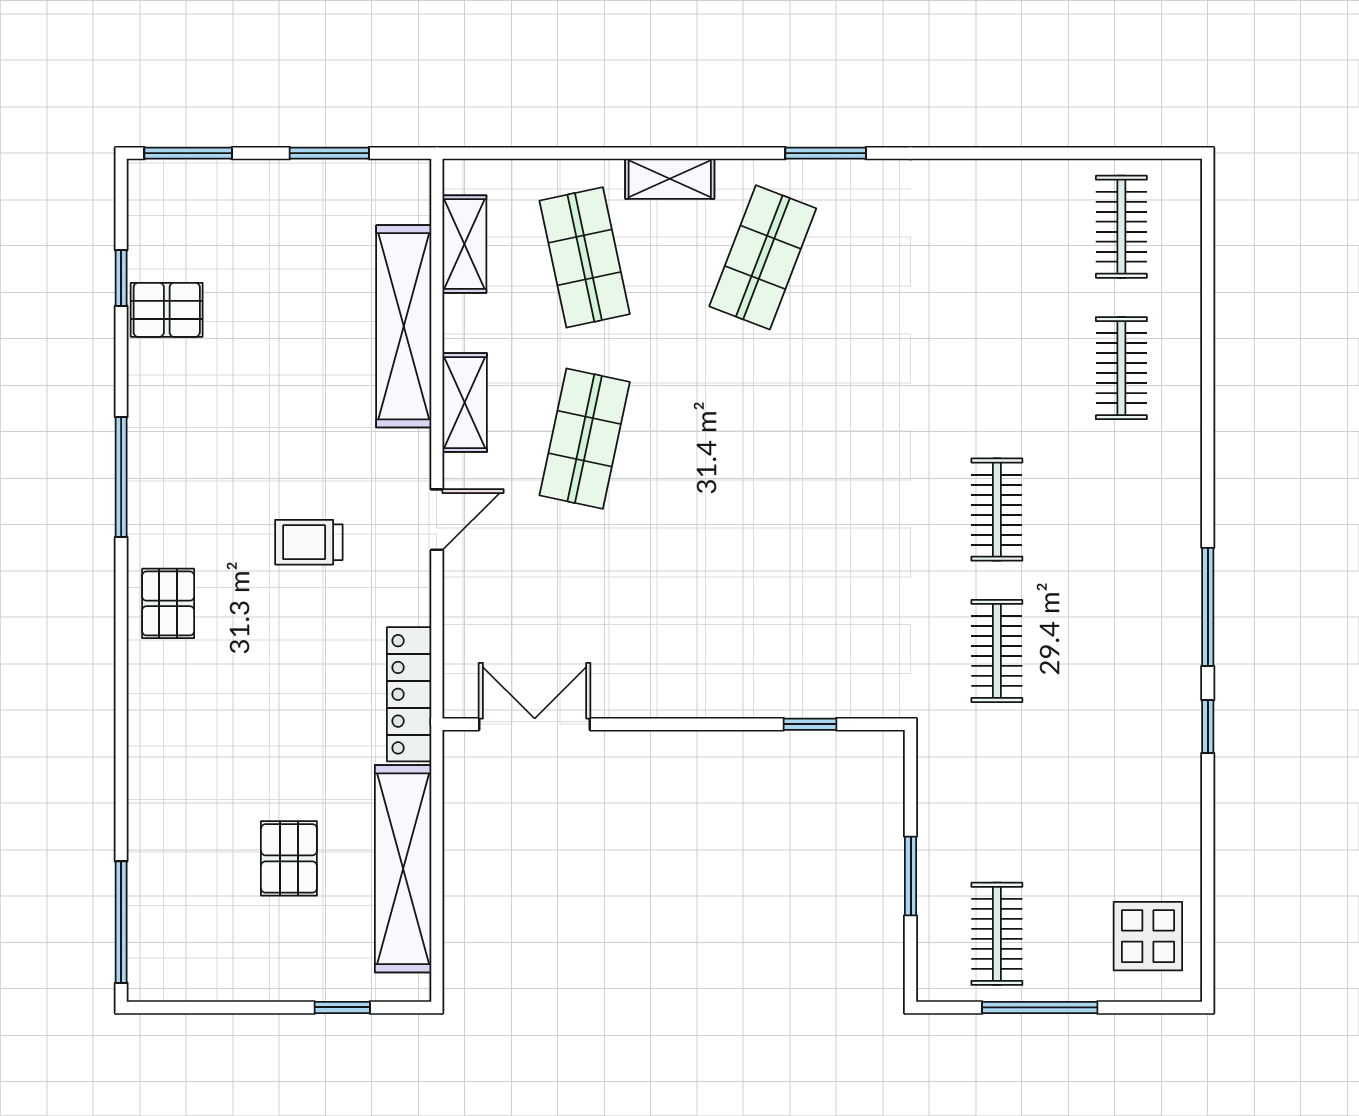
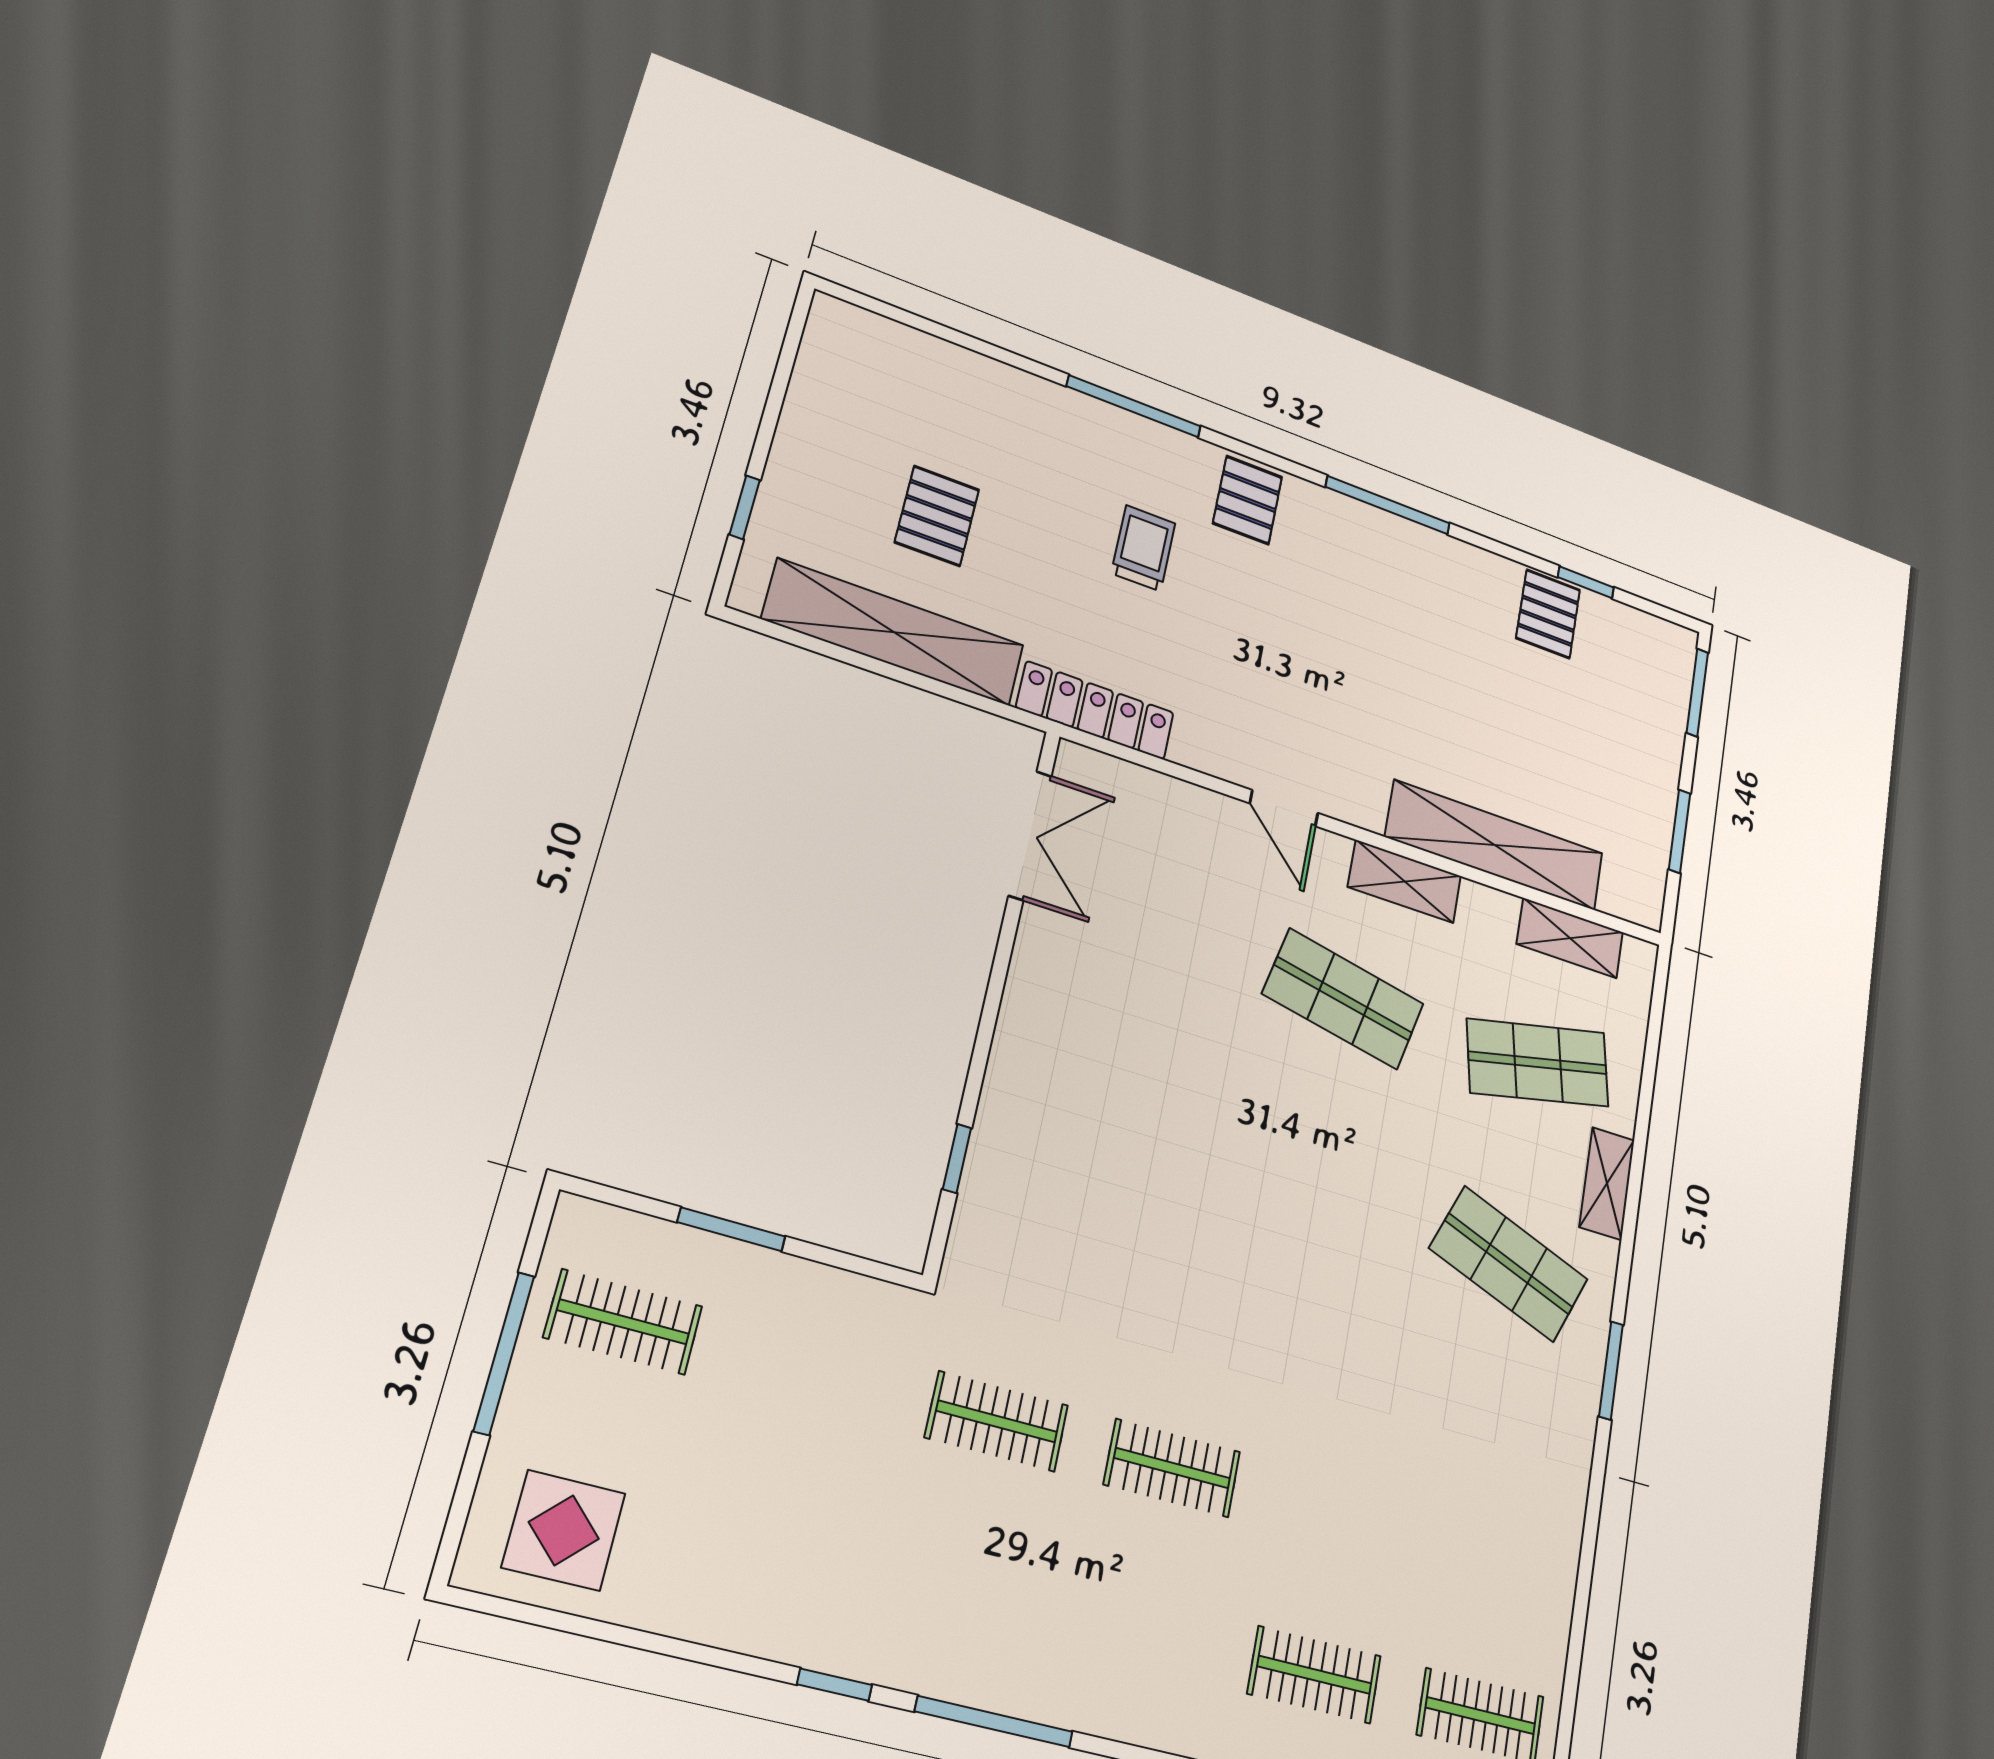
trolley: (309, 542) -> (1143, 548), moved
pallet: (168, 603) -> (1248, 500), turned 90
pallet: (289, 858) -> (937, 516), turned 90
window: (121, 922) -> (1134, 406), moved

